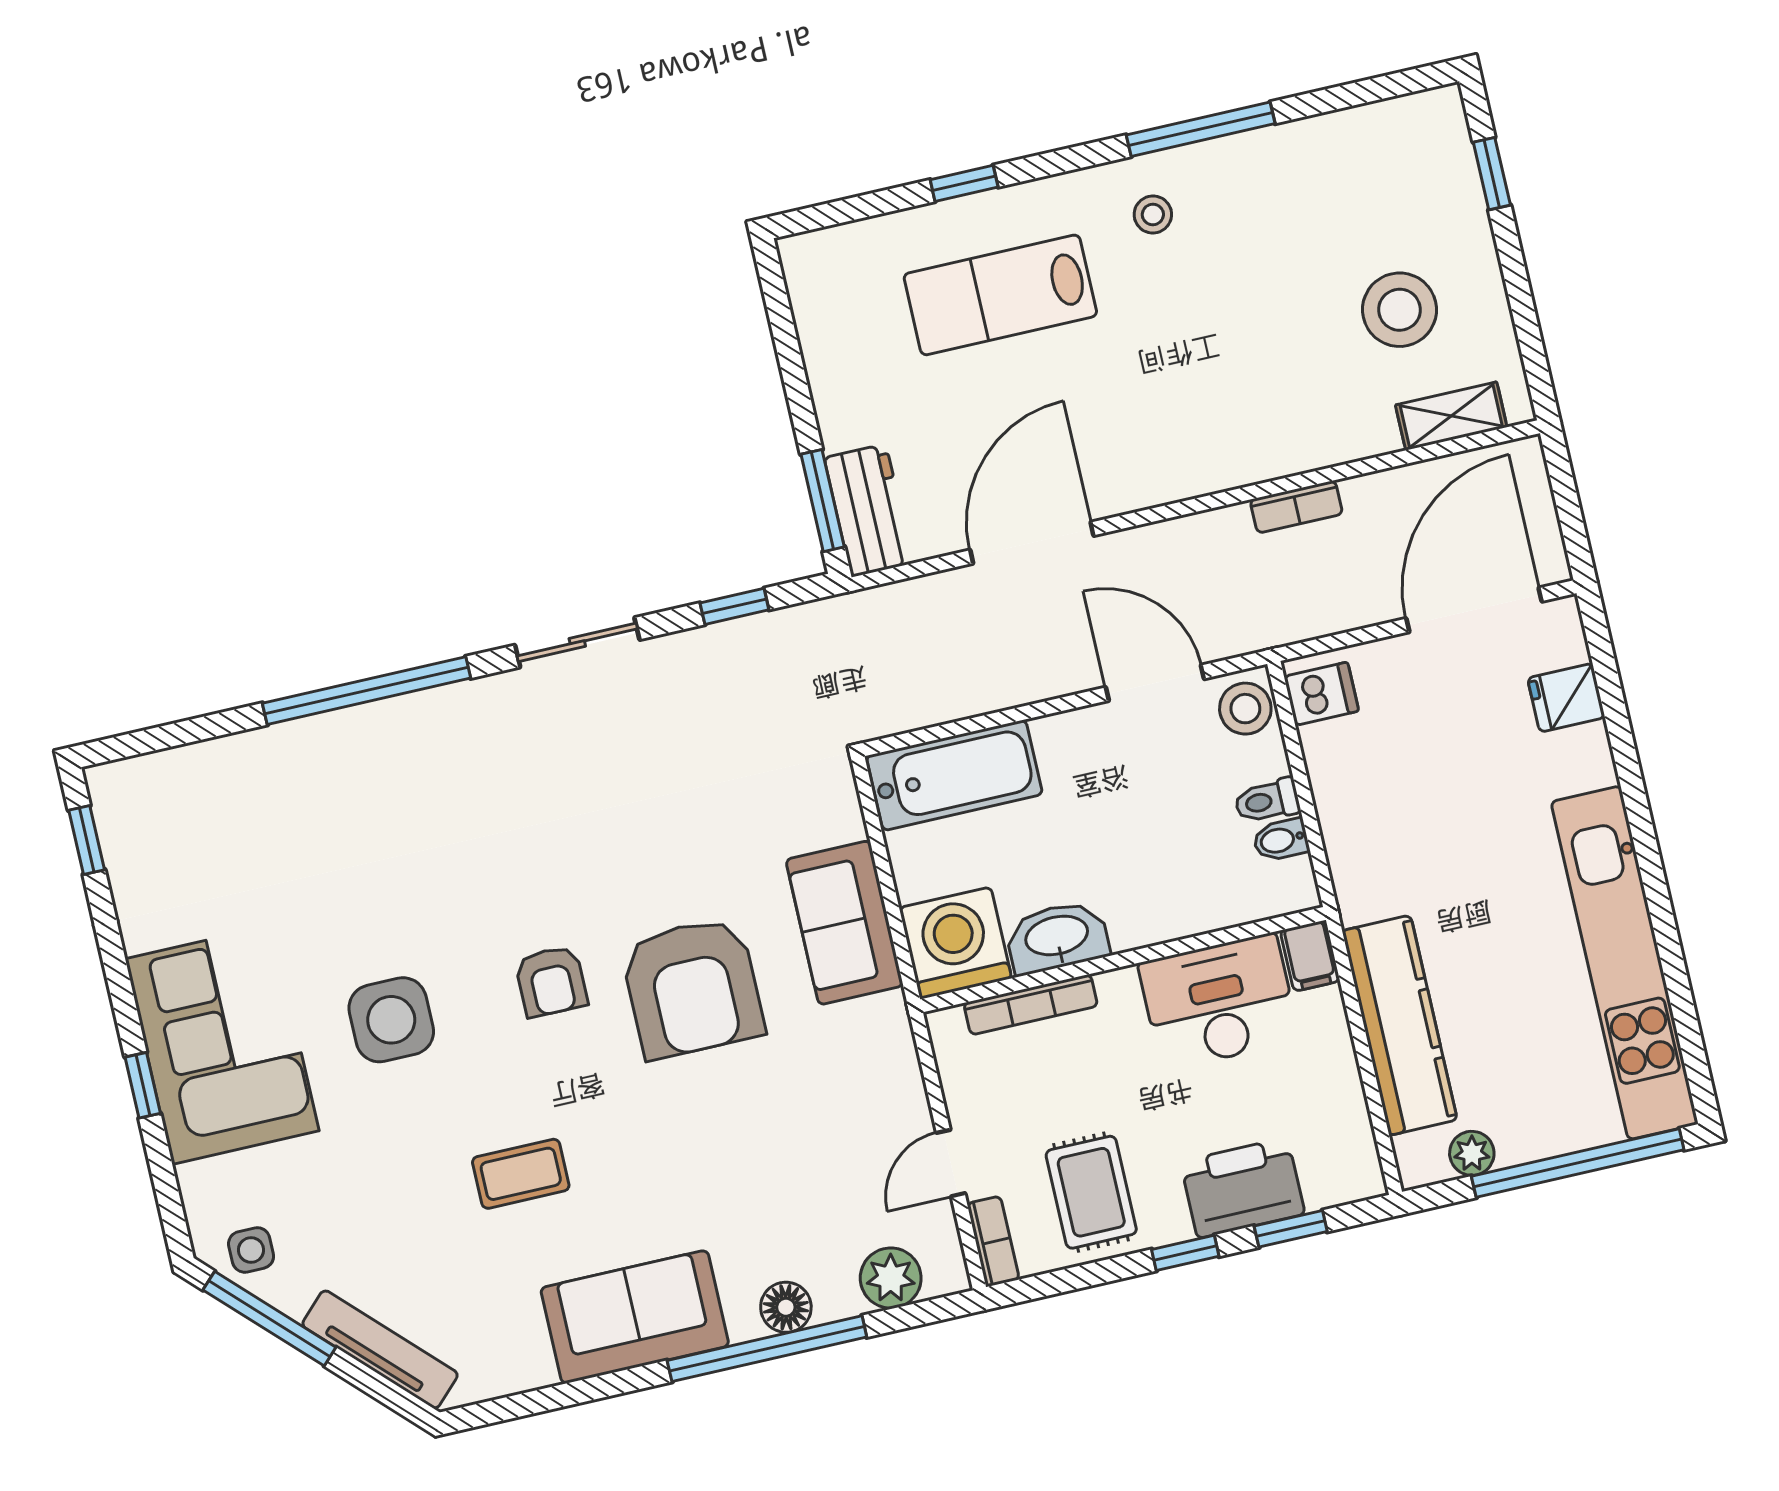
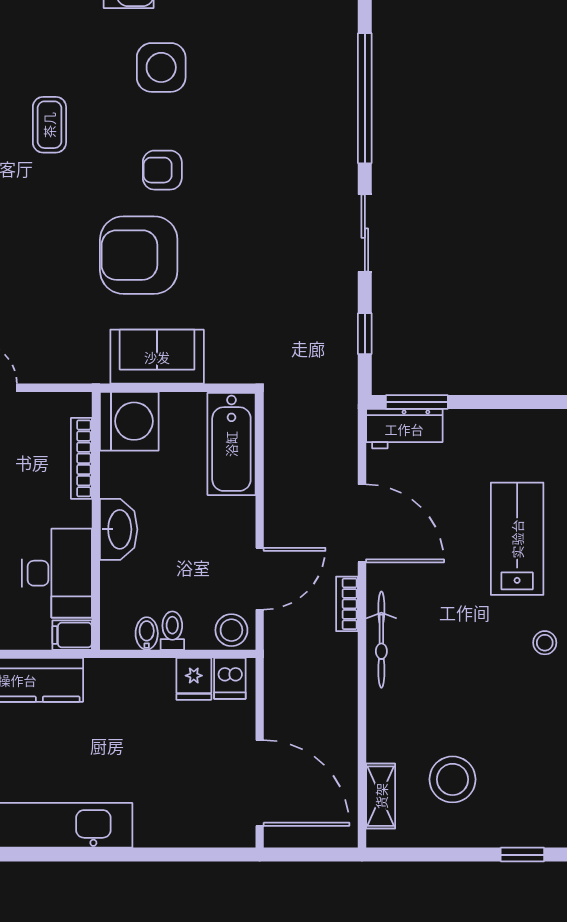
bicycle: (1206, 471) -> (381, 640), added
bookcase: (1296, 507) -> (347, 604), moved
fridge: (1566, 698) -> (194, 679), moved, turned 180
washbasin: (1057, 937) -> (119, 529), moved

